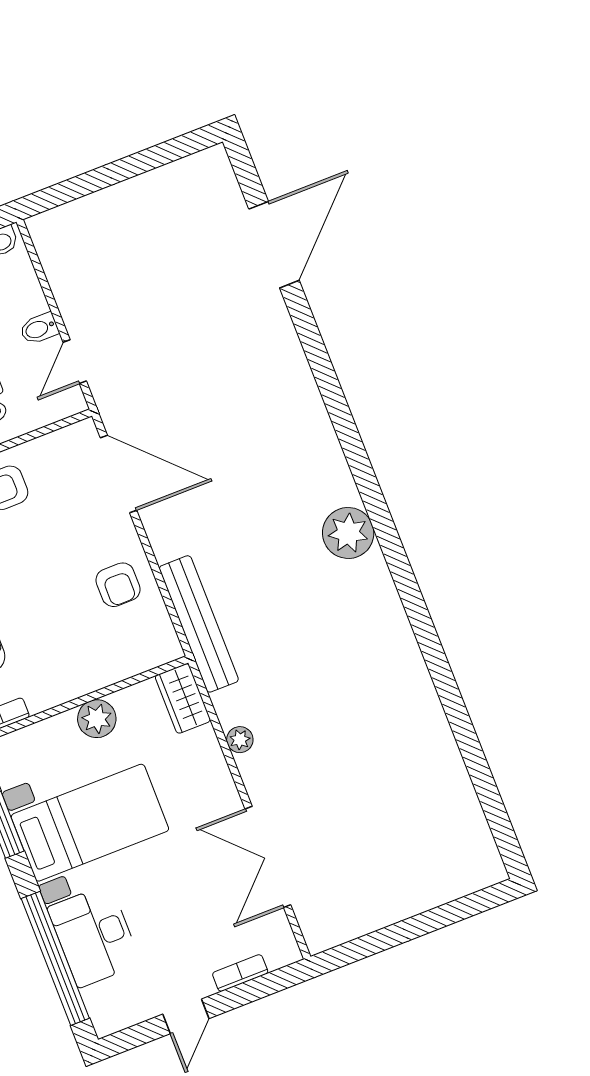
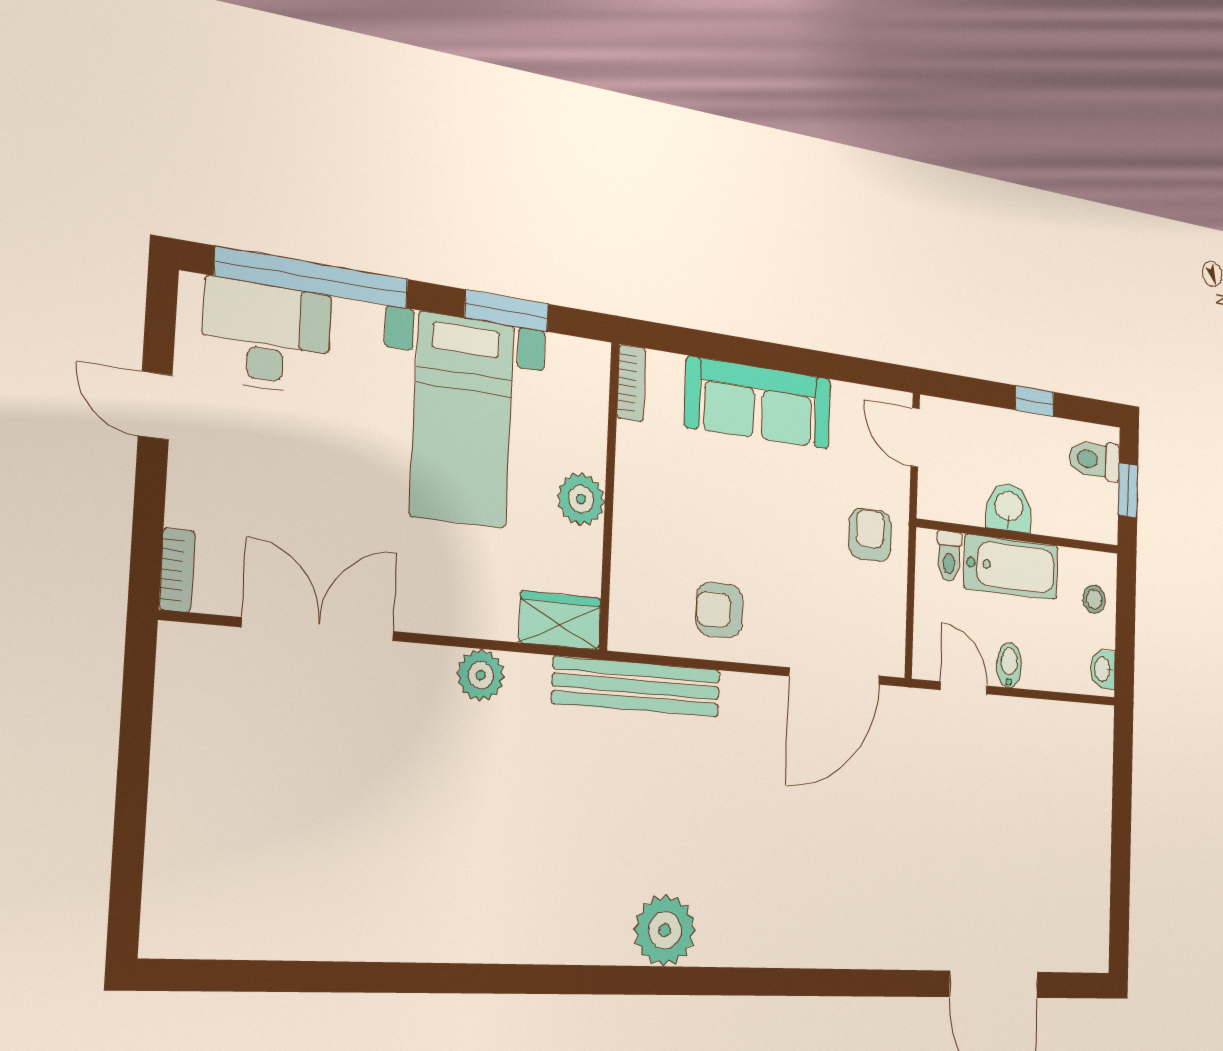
plant: (240, 740) -> (481, 675), width x1.38, depth x1.38
desk: (94, 936) -> (266, 336), moved
bookcase: (240, 973) -> (177, 570), moved

